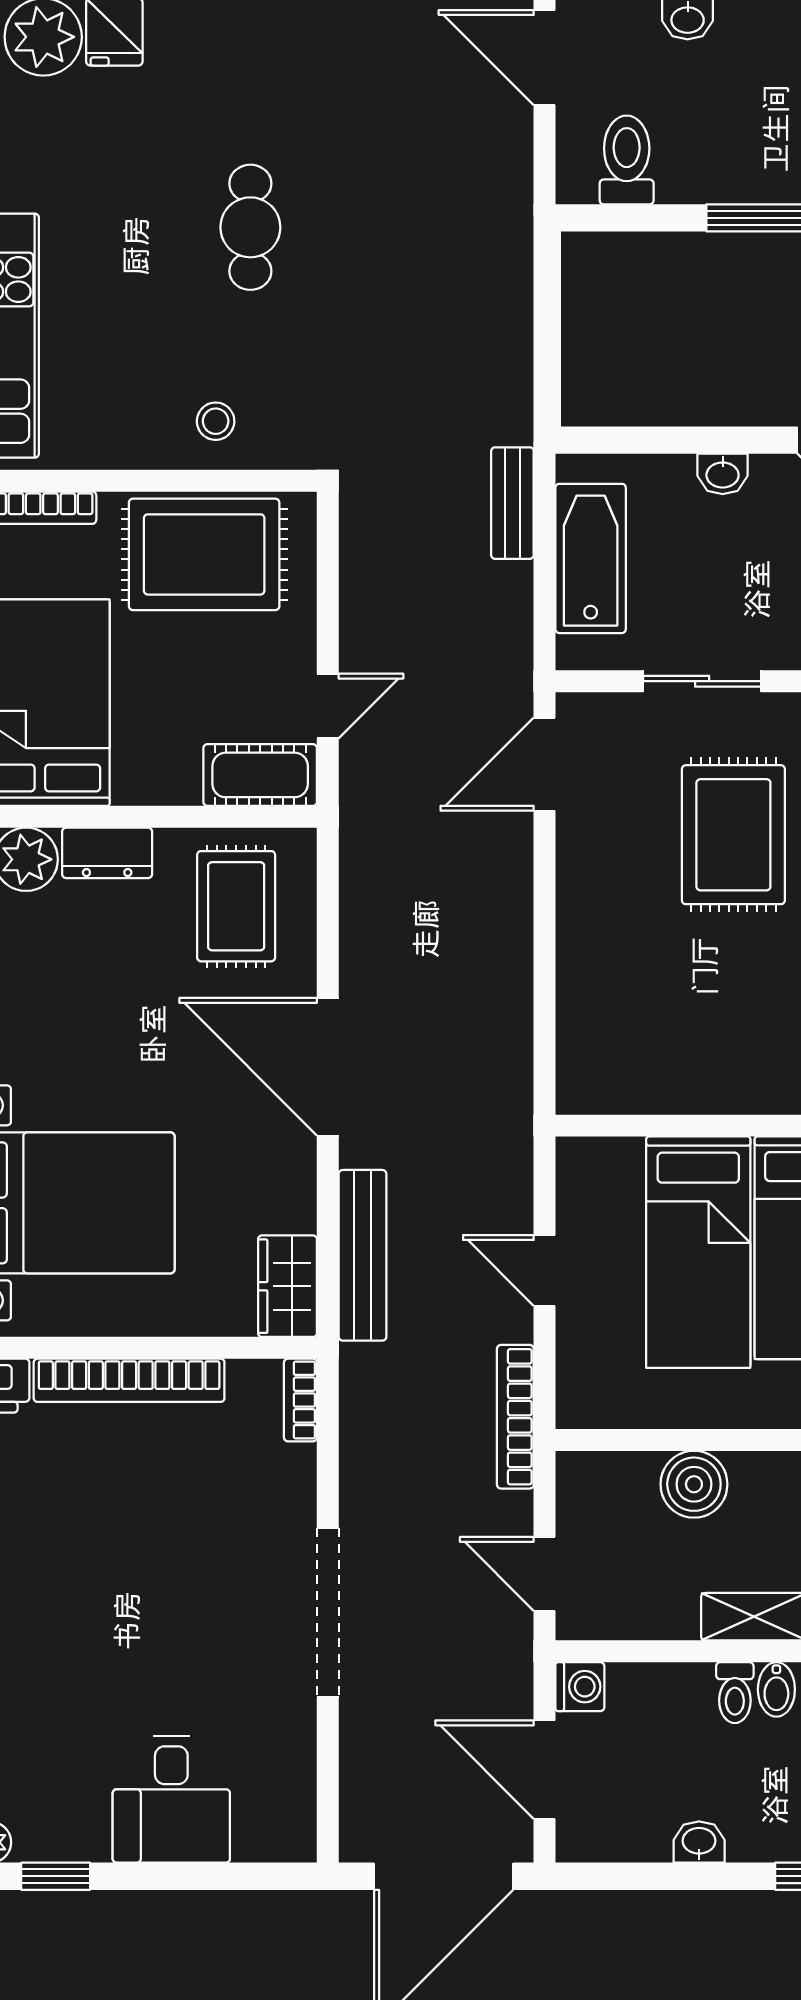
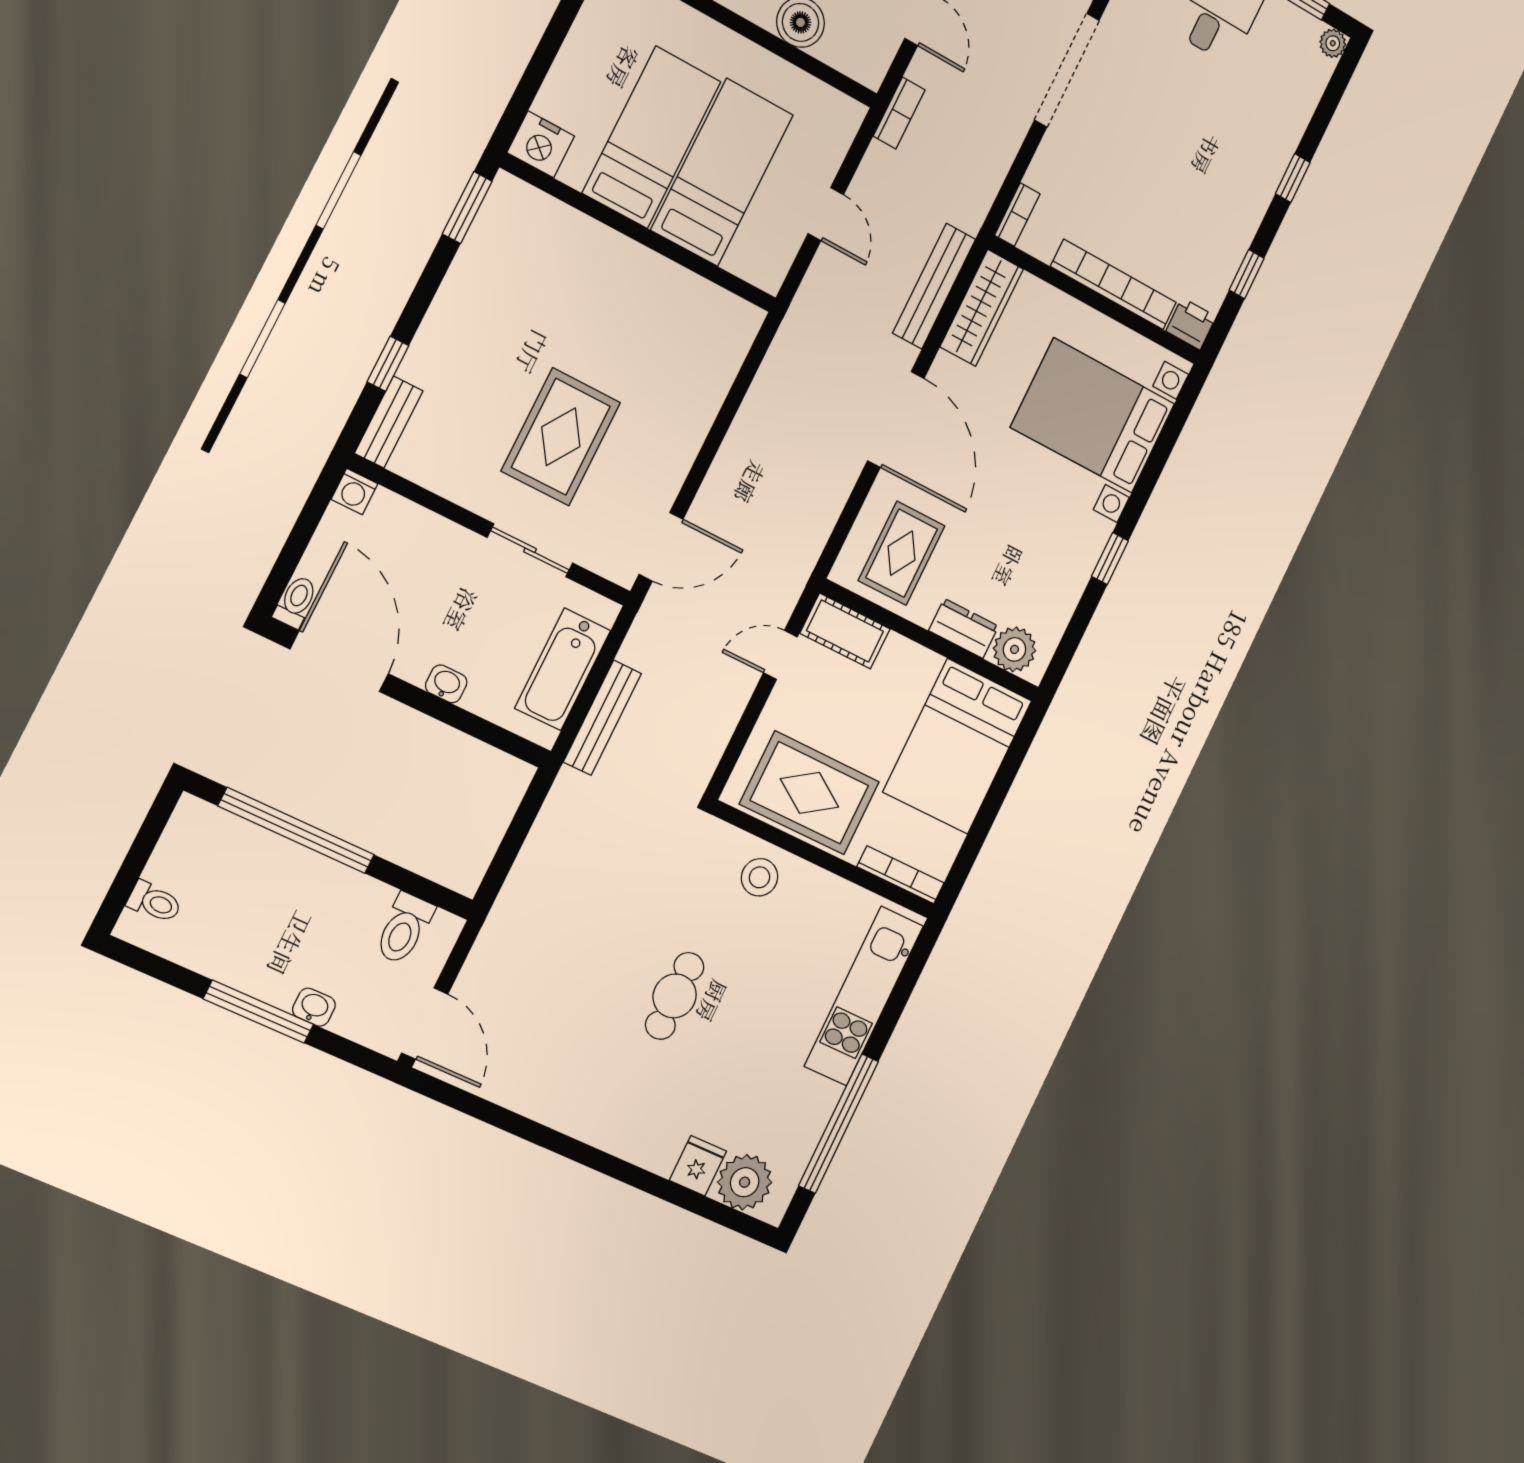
stool: (216, 421) -> (760, 877), width x1.37, depth x1.37
bench: (512, 503) -> (602, 718), width x1.36
wardrobe: (288, 1286) -> (982, 308), width x1.50
bookcase: (515, 1417) -> (899, 113), width x0.64

